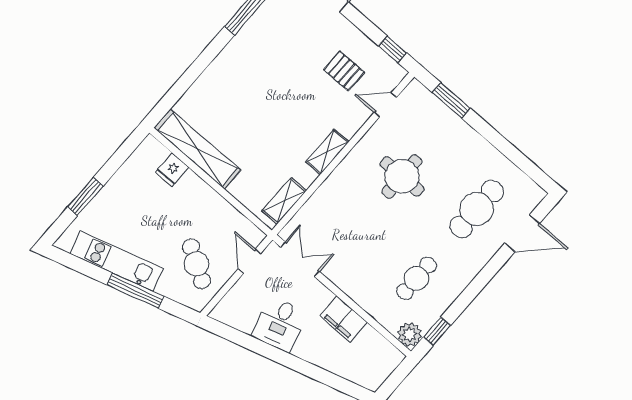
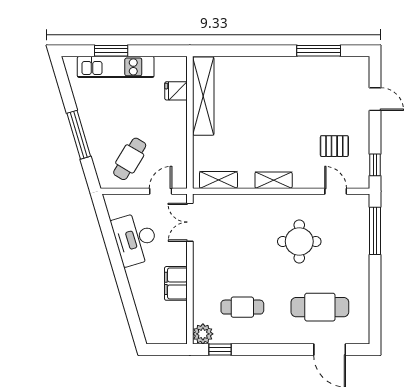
pallet: (344, 71) -> (334, 146), turned 90
window: (451, 100) -> (375, 231), width x1.44
double door: (300, 259) -> (190, 222), swing flipped
kitchen unit: (117, 261) -> (116, 67), moved, turned 106
desk: (280, 324) -> (135, 239), width x1.37

